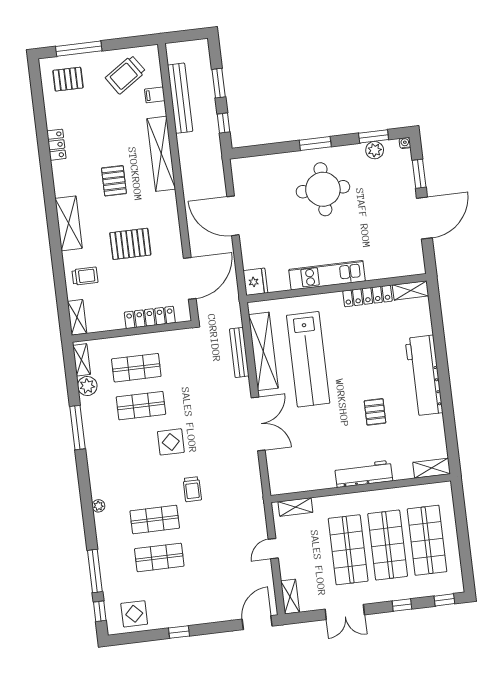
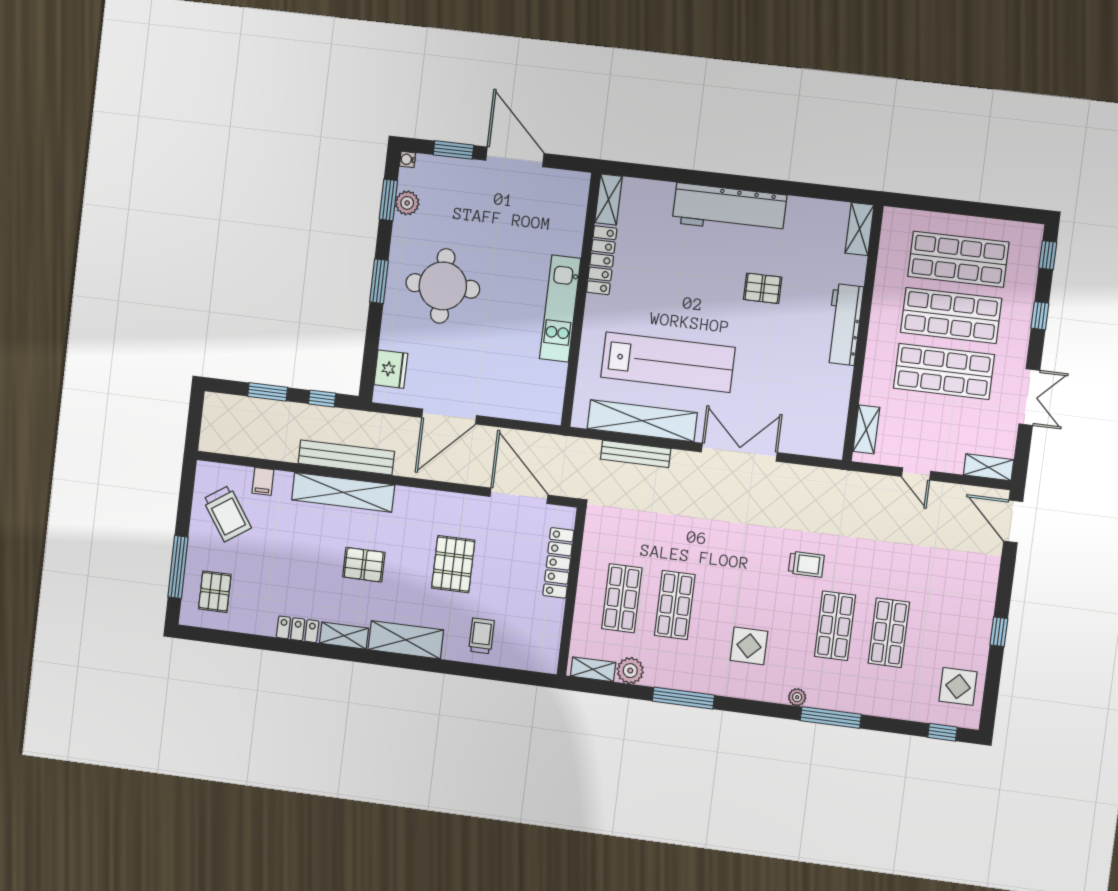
bench: (180, 98) -> (346, 457), moved
fridge: (255, 282) -> (391, 369), moved, turned 90
shelving: (77, 317) -> (344, 636), moved
display table: (171, 442) -> (749, 646), moved
window: (95, 571) -> (831, 718), moved

